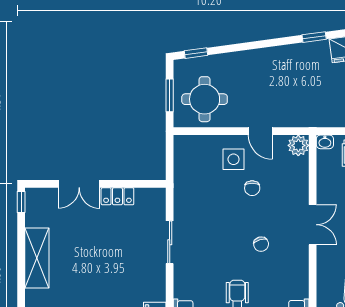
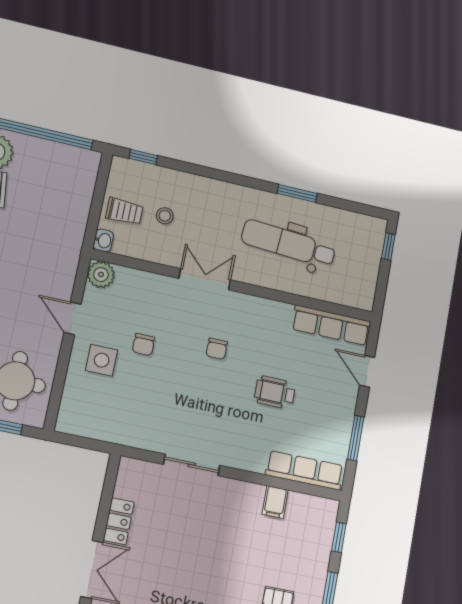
door: (260, 131) -> (72, 318), swing flipped
chair: (252, 188) -> (143, 345), turned 90
chair: (261, 244) -> (217, 349), turned 107

